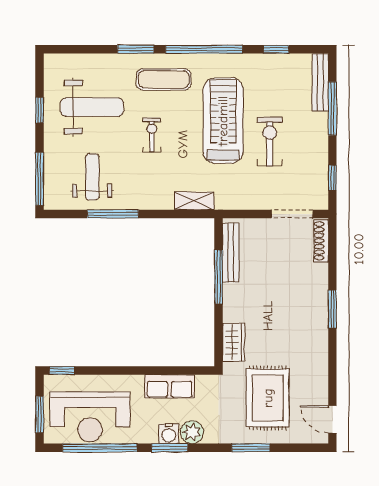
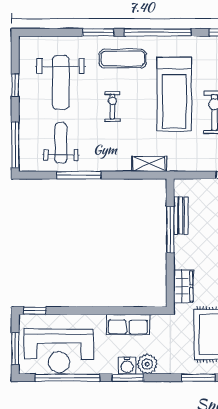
weight bench: (92, 107) -> (61, 82), turned 90
treadmill: (223, 121) -> (174, 94), turned 180
bench: (231, 253) -> (181, 215), width x0.73

